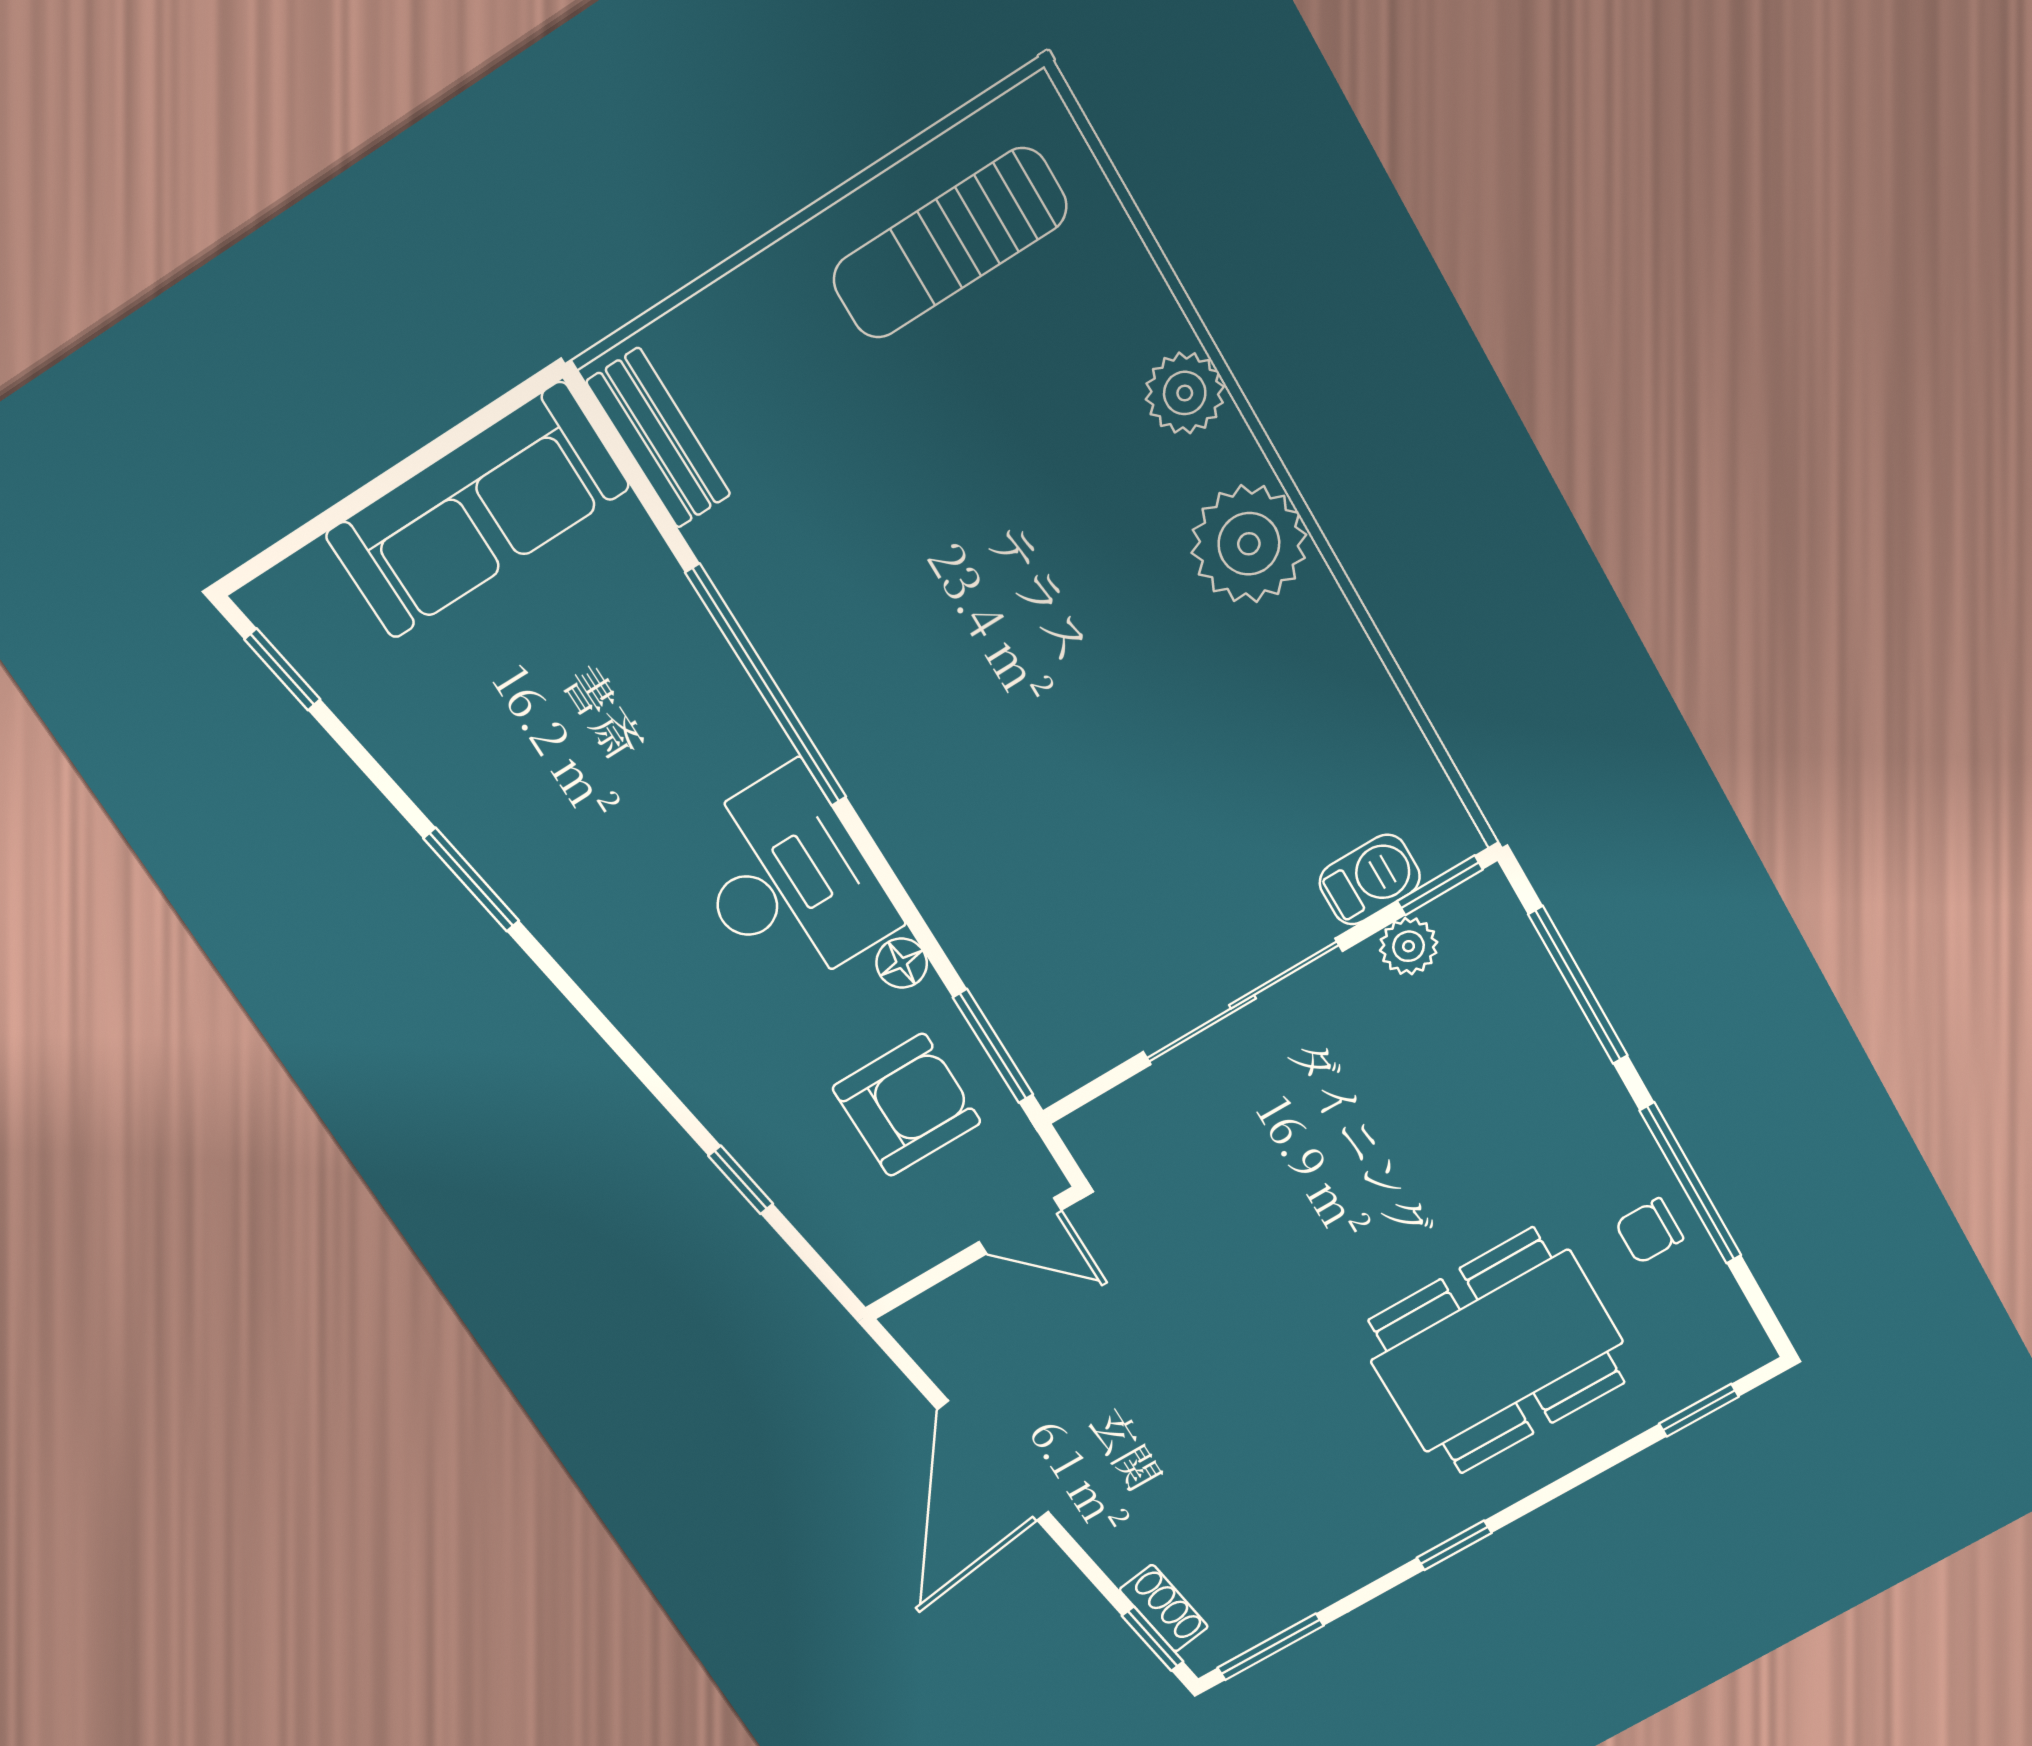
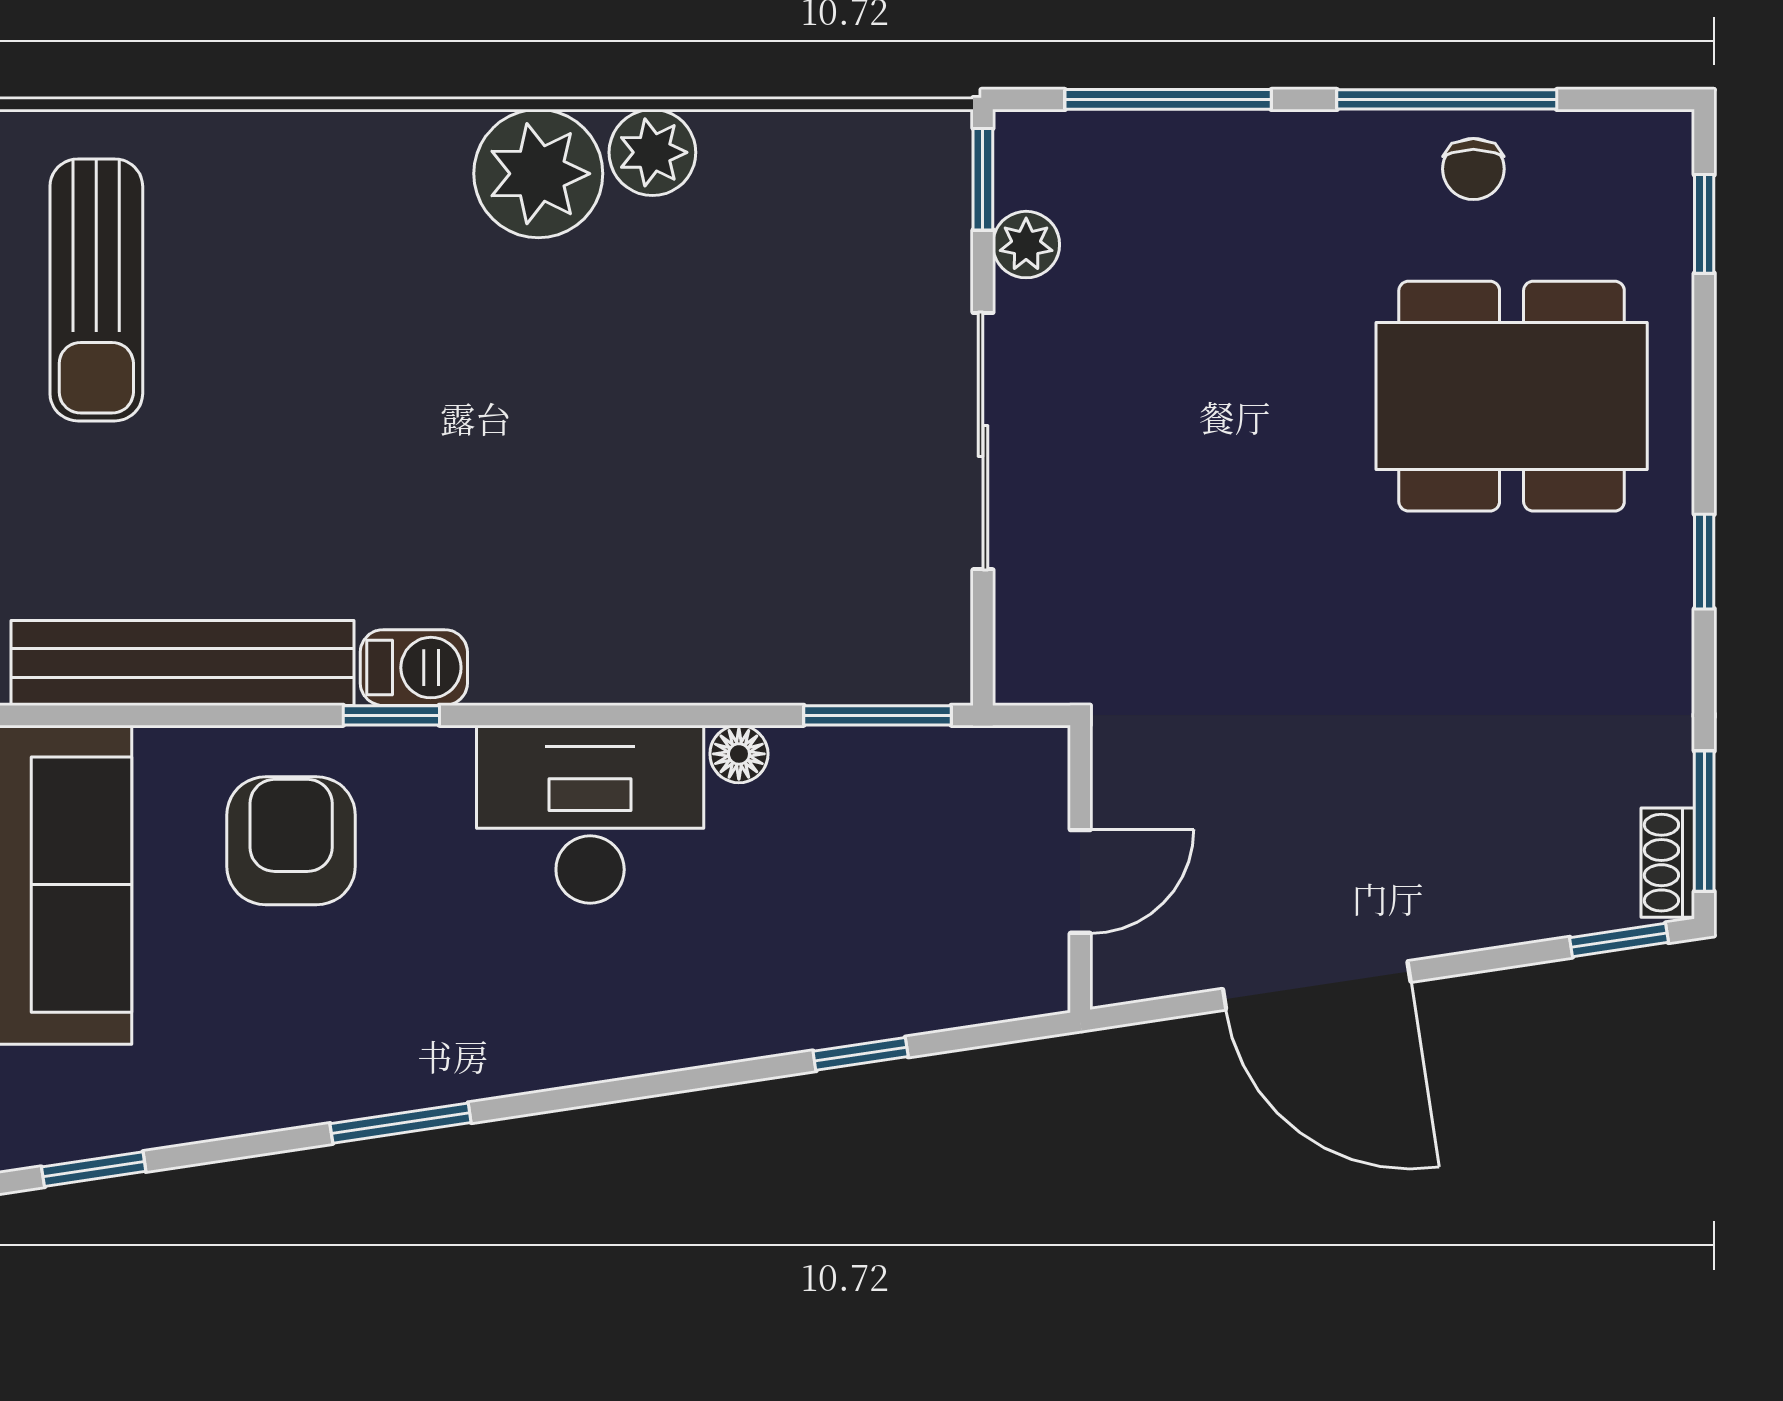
plant: (1185, 393) -> (652, 152), moved
bench: (658, 438) -> (182, 663), width x1.86, depth x1.21
window: (766, 686) -> (391, 715), width x0.32
barbecue: (1370, 880) -> (414, 668), moved, turned 90
armchair: (907, 1105) -> (291, 841), moved
door: (1020, 1226) -> (1080, 881), moved
dining table: (1497, 1351) -> (1512, 396), turned 90
shoe rack: (1164, 1608) -> (1668, 863), moved, turned -81

